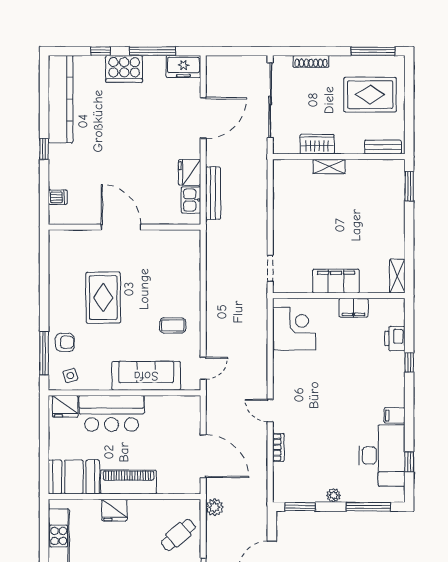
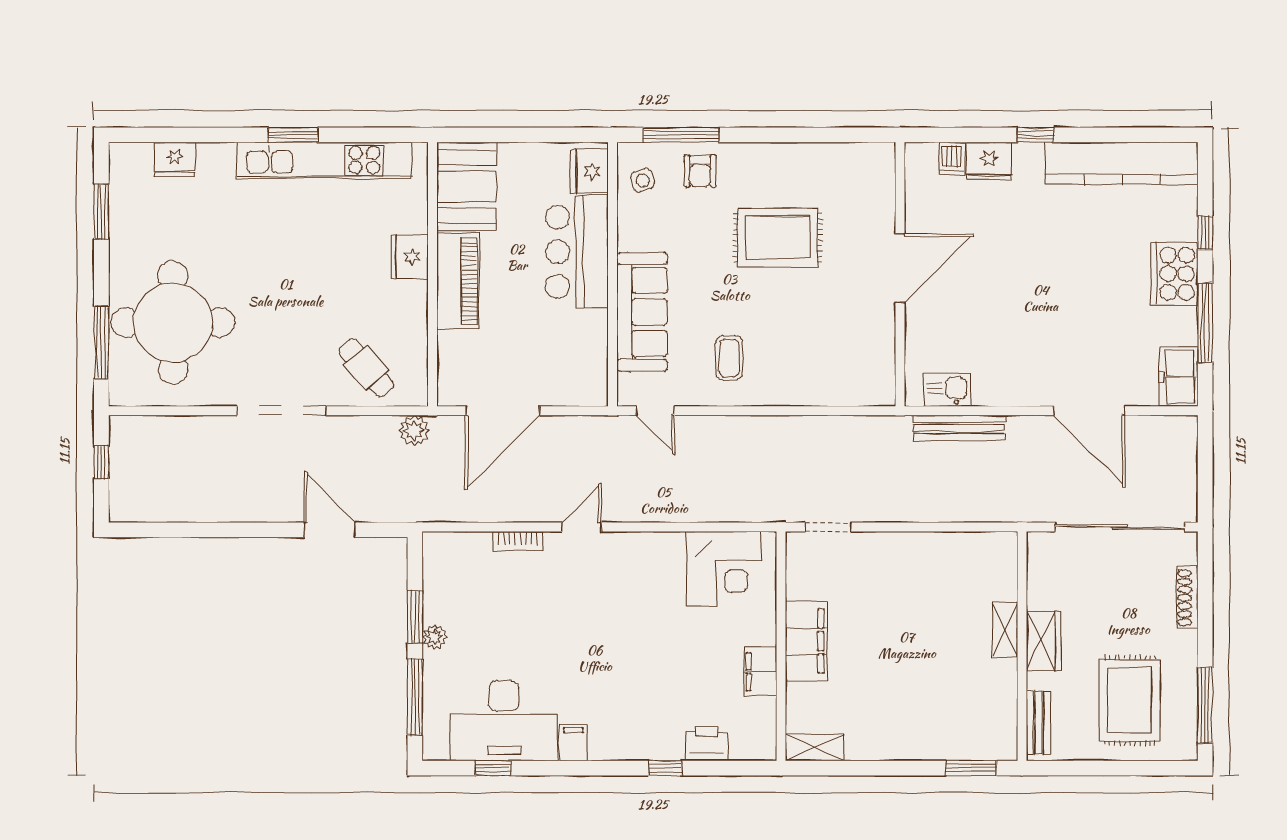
wardrobe: (317, 144) -> (1044, 641), moved
fridge: (190, 172) -> (989, 161), moved, turned 180
window: (300, 507) -> (415, 617), moved

